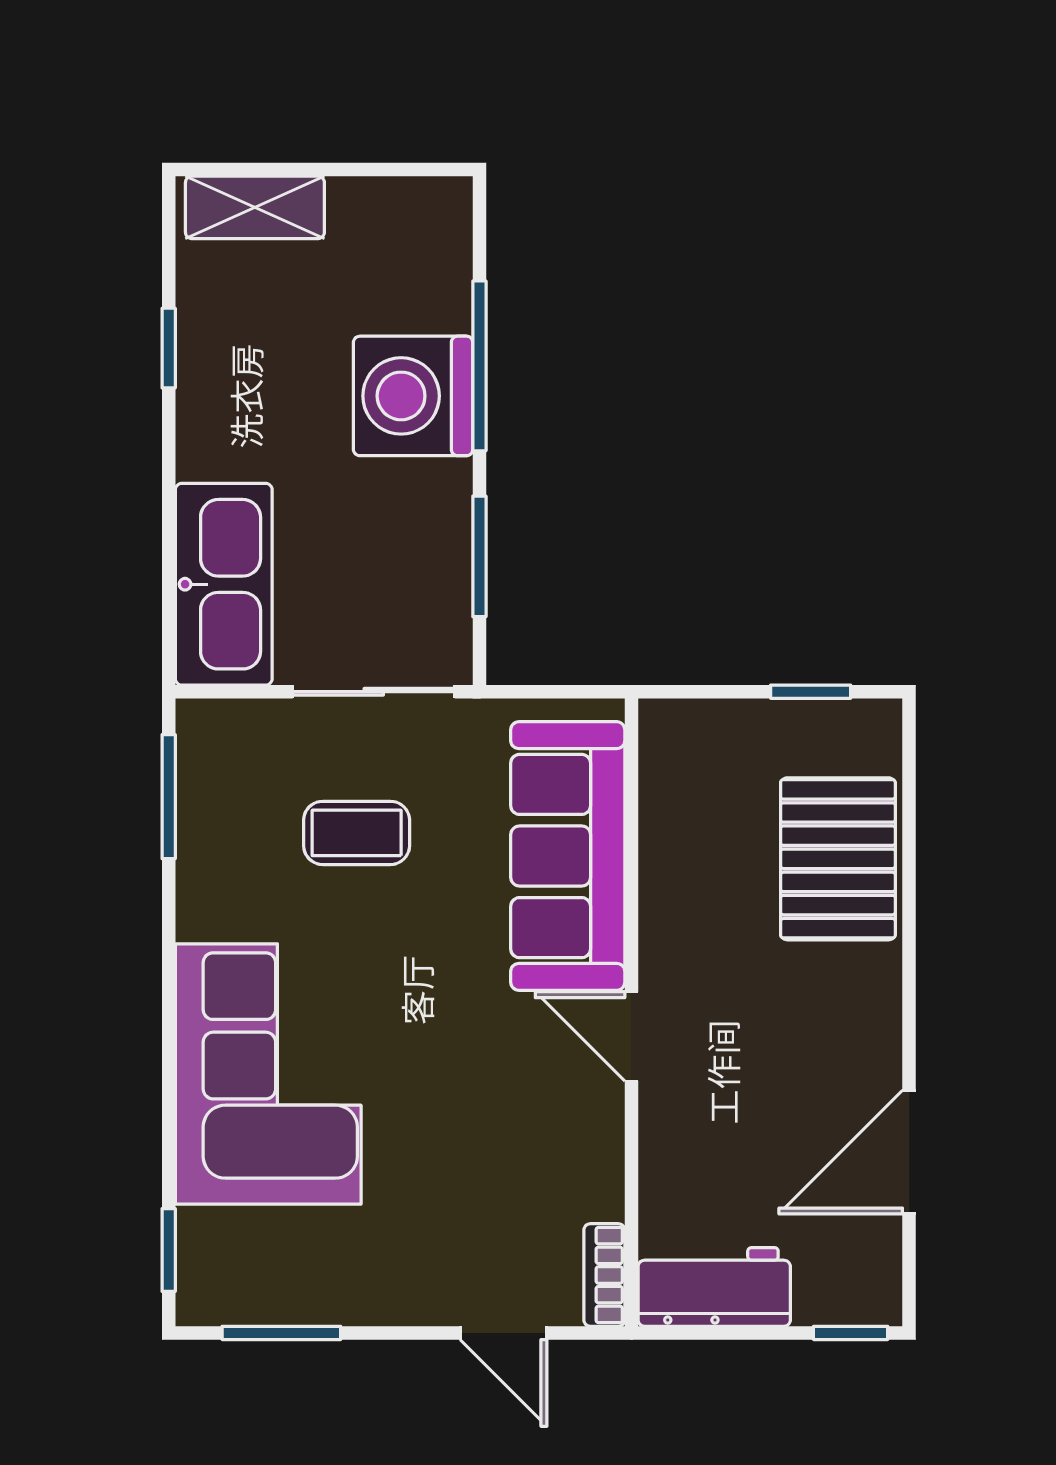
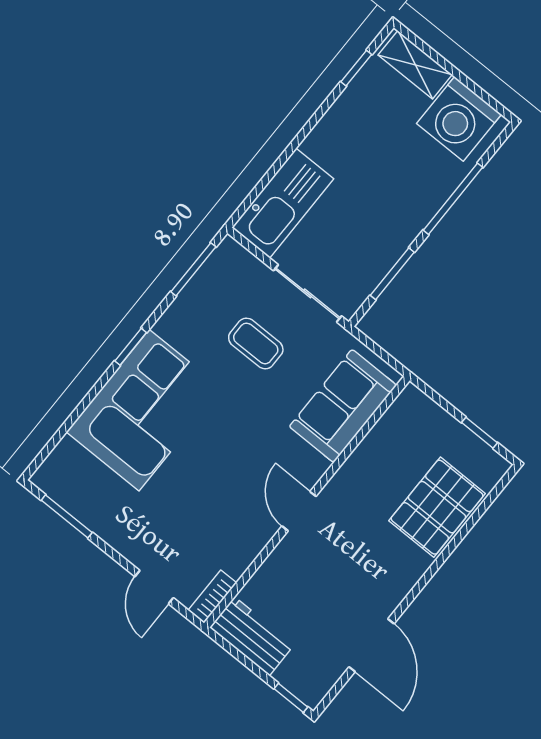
window: (169, 348) -> (356, 68), moved
washing machine: (413, 396) -> (459, 119), moved, turned -90
sofa: (568, 856) -> (343, 406), width x0.73
door: (909, 1152) -> (371, 645), swing flipped
window: (169, 1250) -> (131, 347), moved

